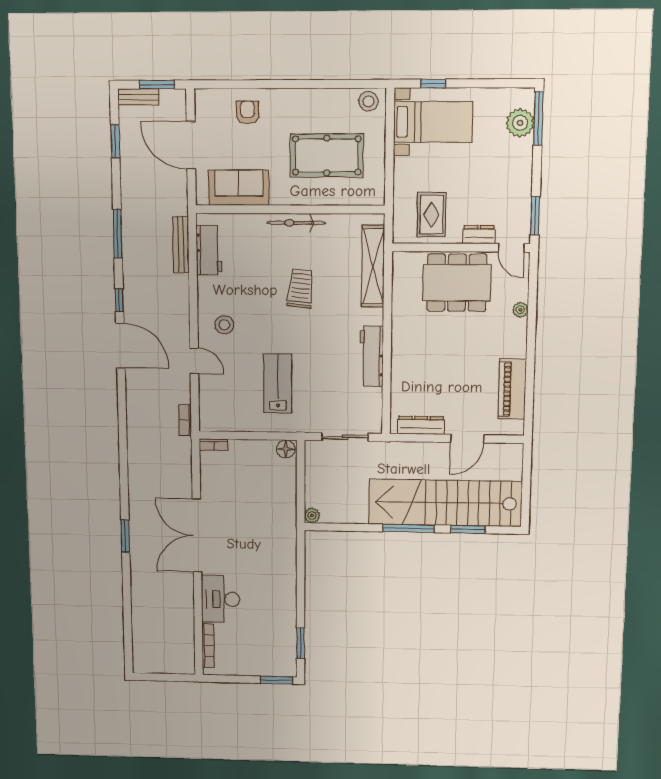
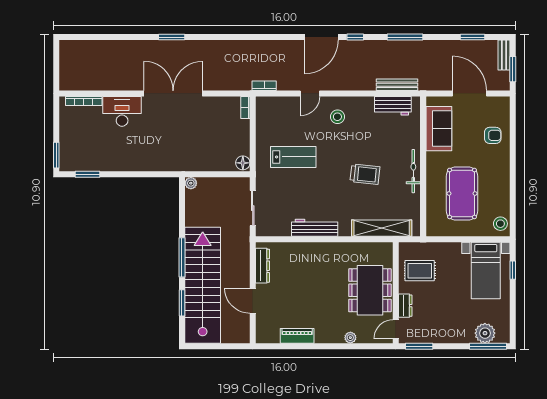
door: (191, 145) -> (469, 93), hinge flipped
piano: (512, 389) -> (297, 336), width x0.73, depth x0.75

